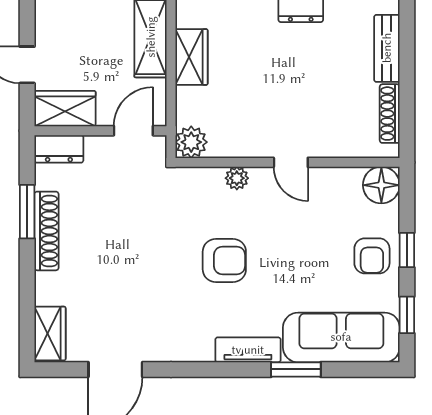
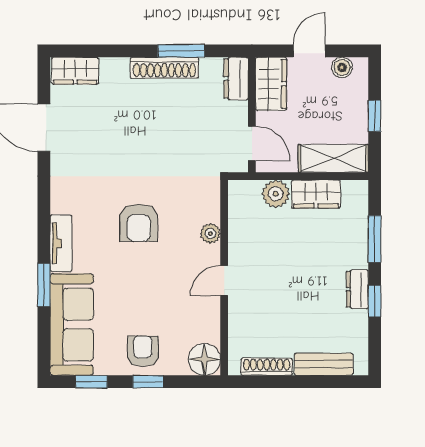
boiler: (46, 27) -> (342, 67), added
plant: (191, 142) -> (276, 194), moved
armchair: (372, 256) -> (143, 351), turned 90

